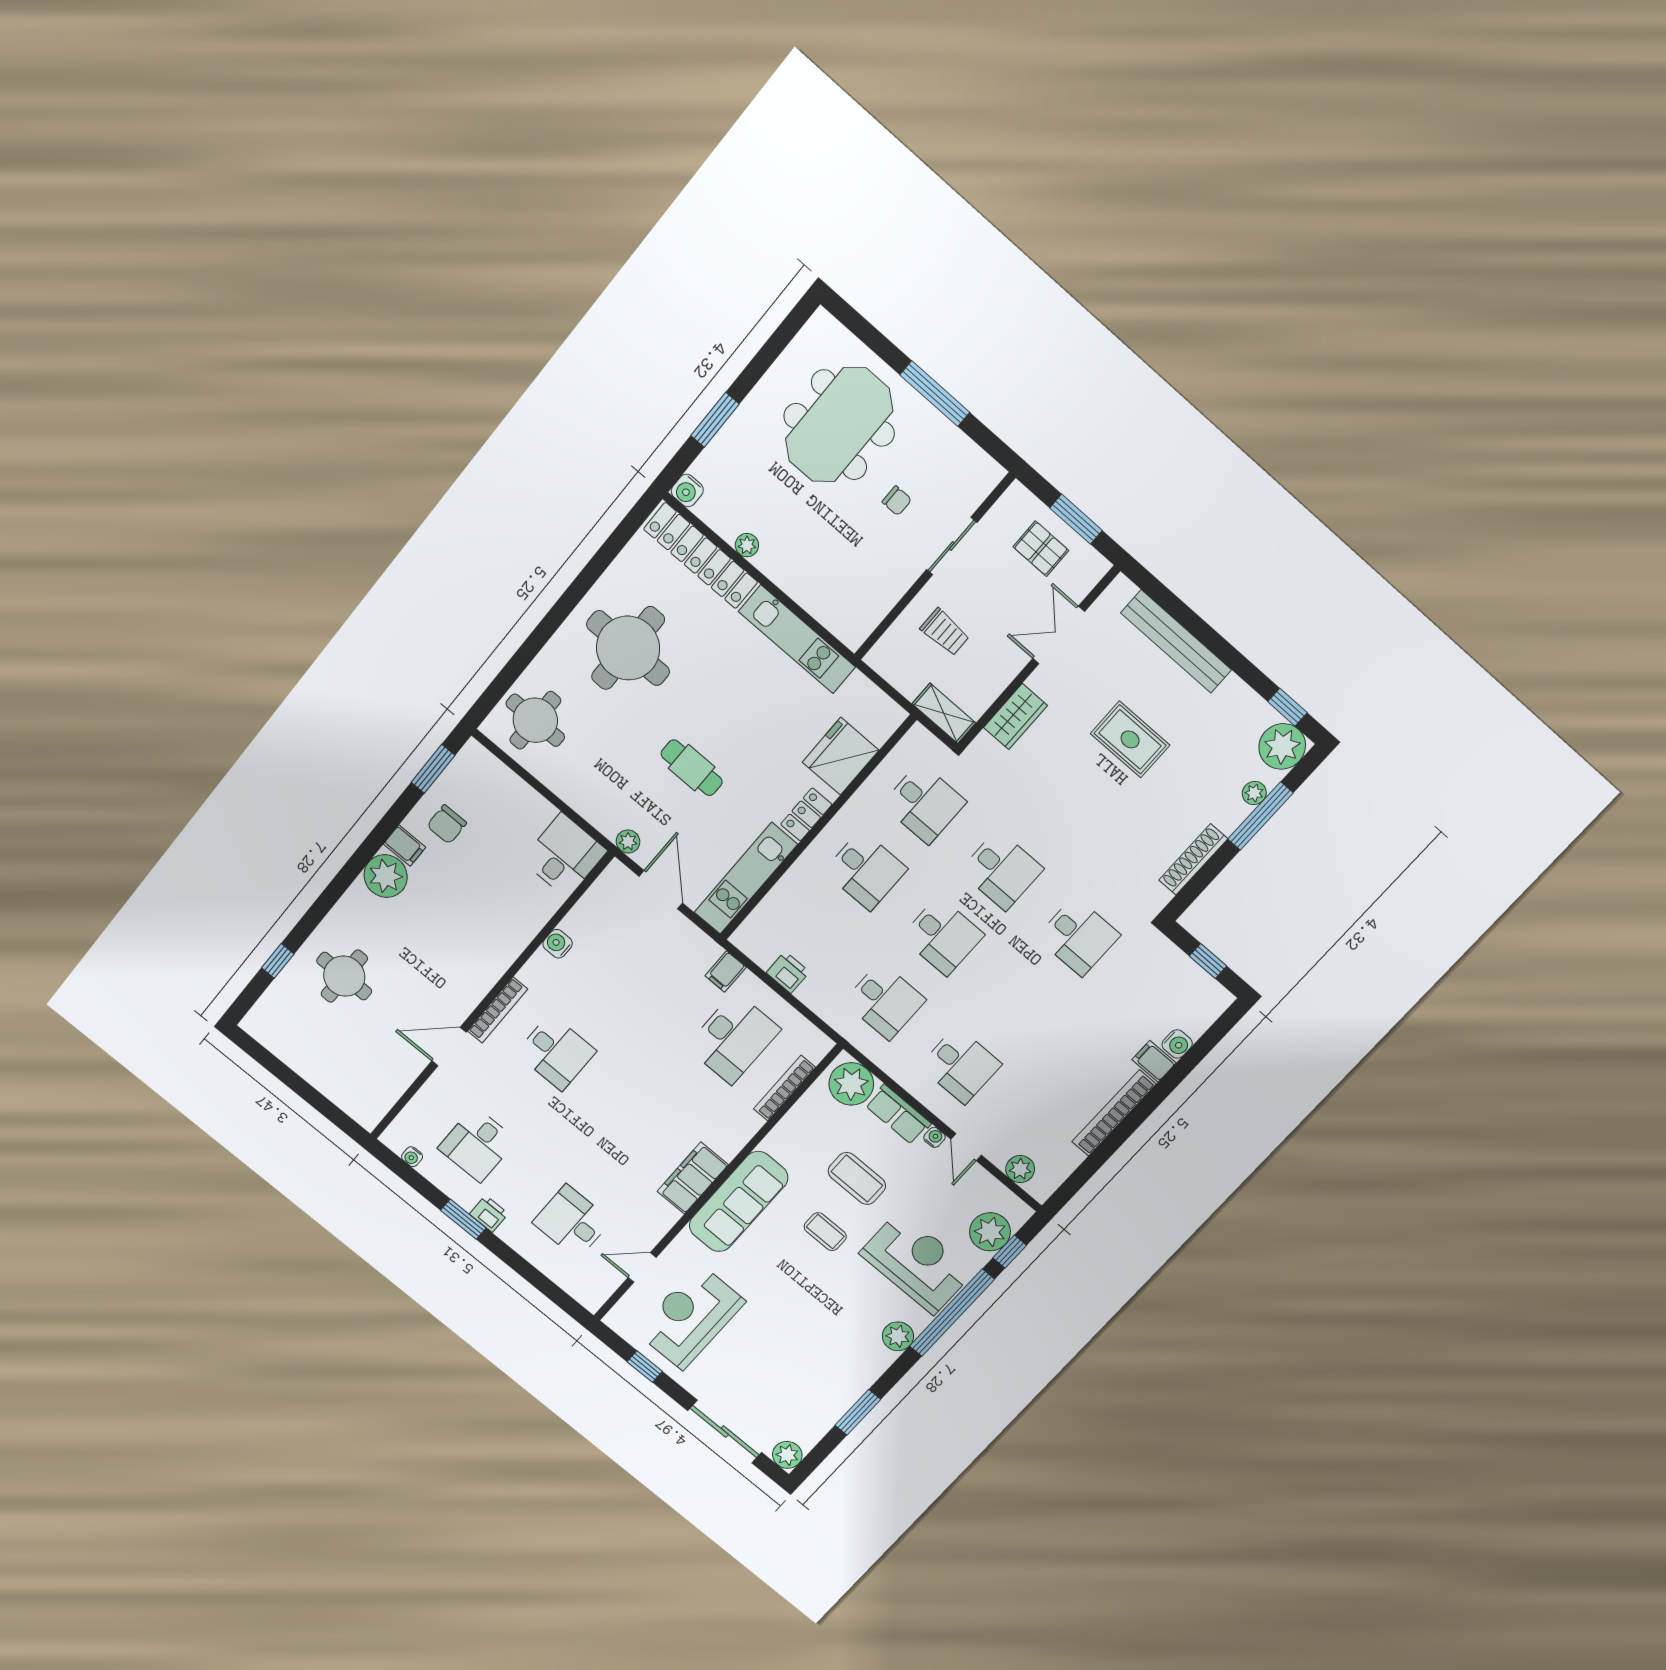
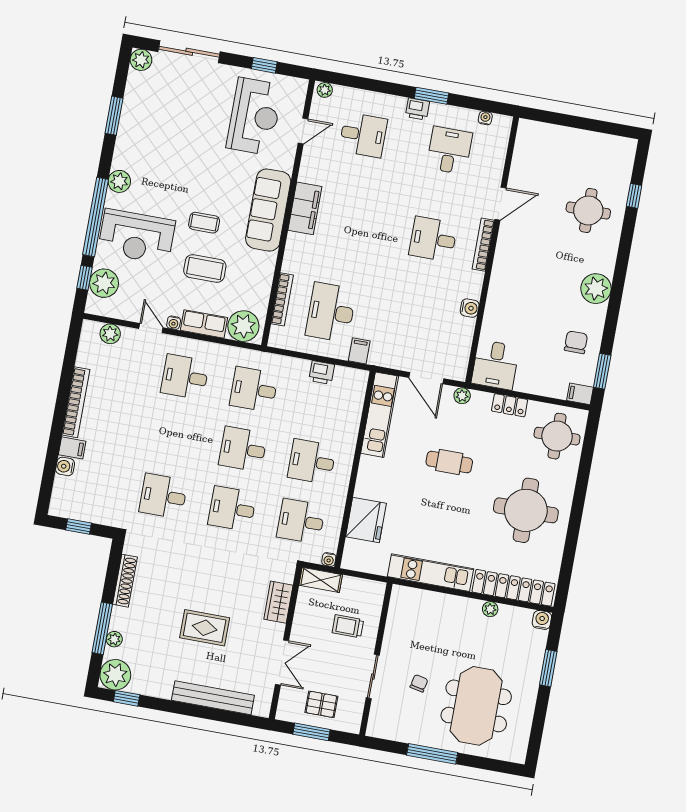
chair: (897, 501) -> (419, 683), turned 102
water cooler: (918, 734) -> (329, 559), added
locker: (806, 814) -> (510, 405), moved, turned 90
filing cabinet: (405, 846) -> (580, 394), moved
plant: (588, 1298) -> (325, 90), added

